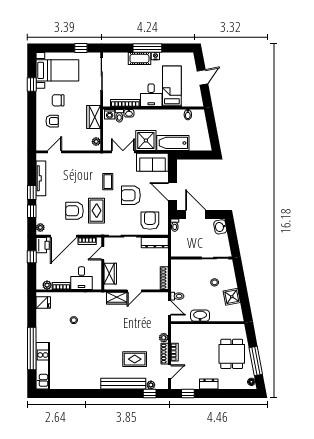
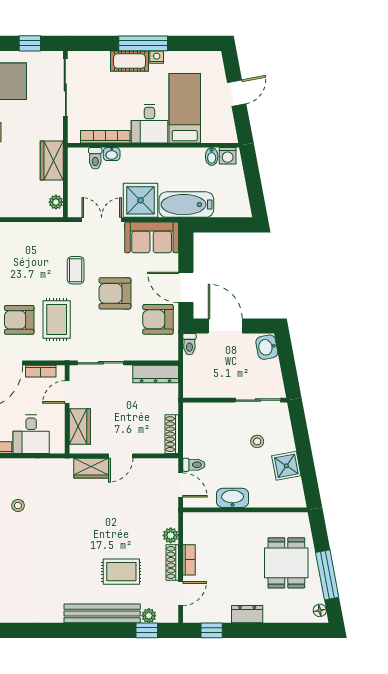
washing machine: (110, 114) -> (228, 156), moved
armchair: (150, 221) -> (158, 319), moved, turned -90

